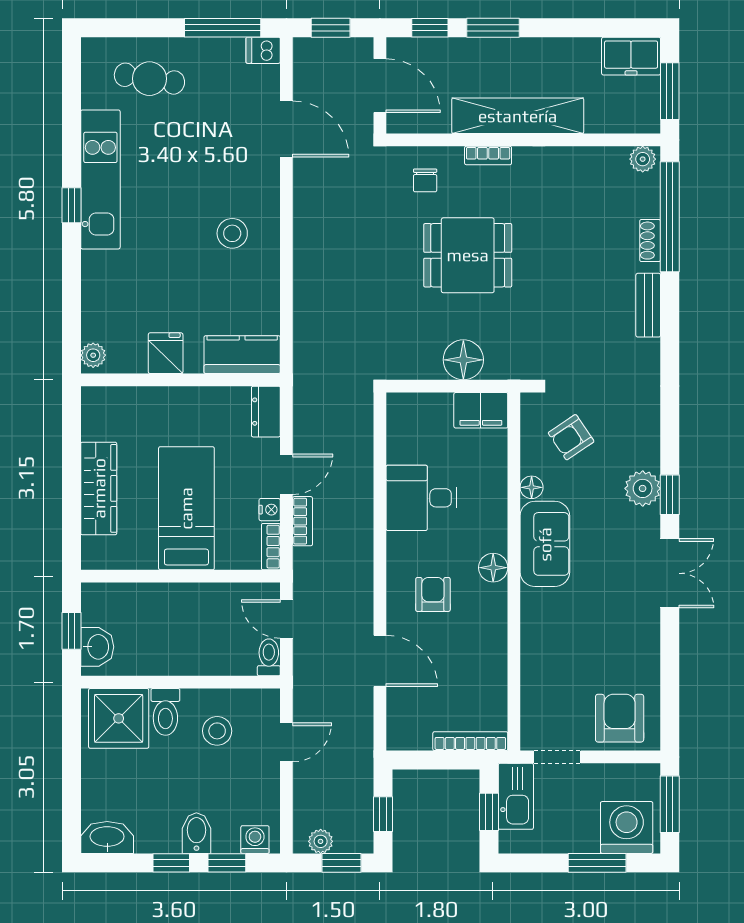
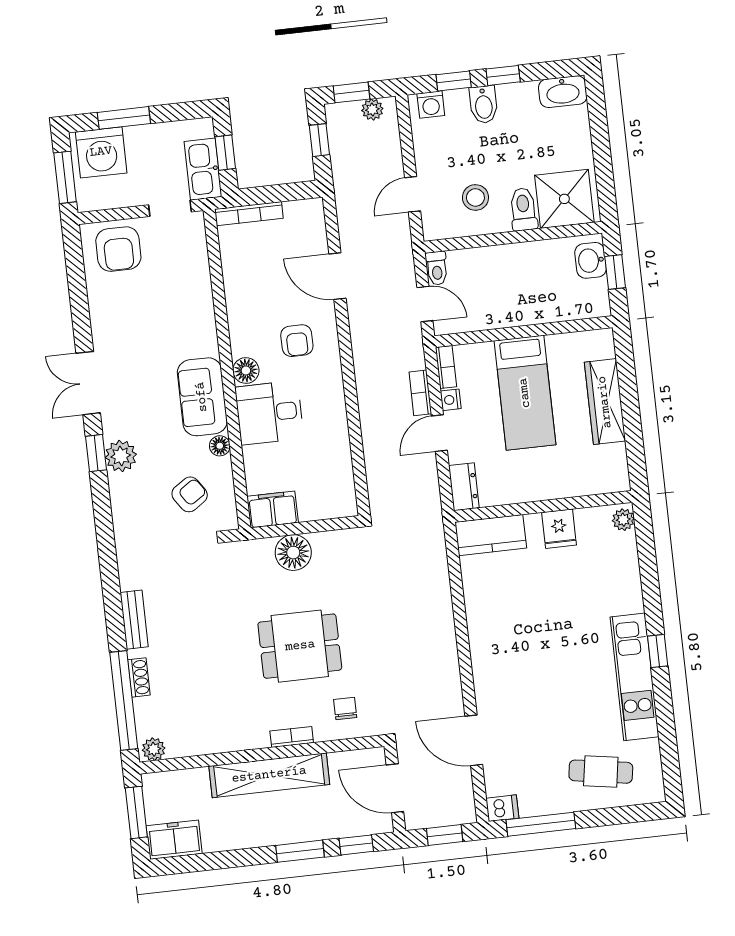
stool: (232, 233) -> (512, 642), removed
desk: (422, 498) -> (269, 413), moved, turned 180

